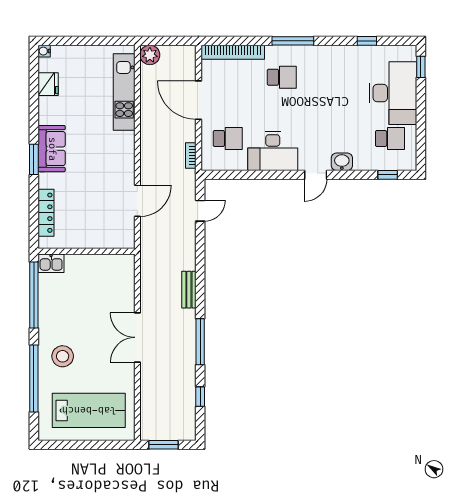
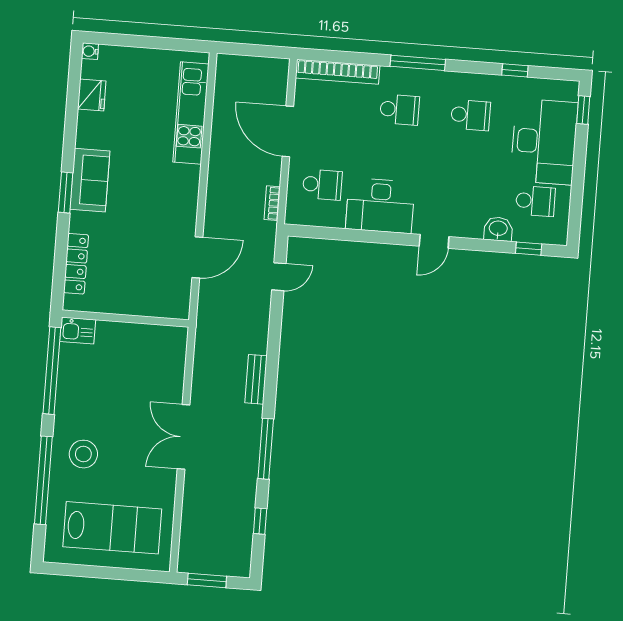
plant: (150, 55) -> (228, 67), removed
school desk: (336, 77) -> (471, 115), added
washbasin: (342, 162) -> (498, 229), moved

